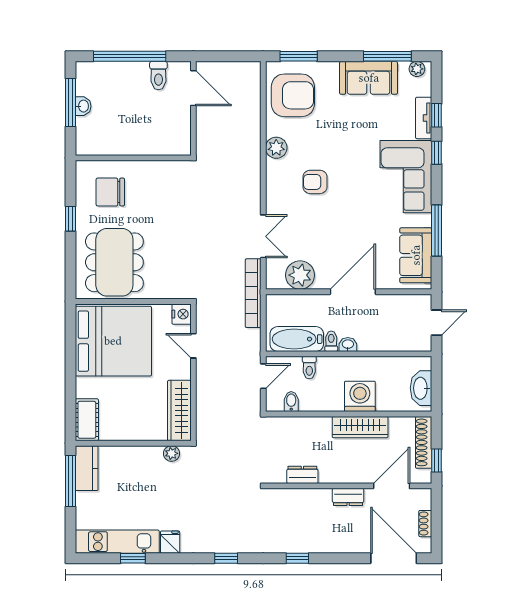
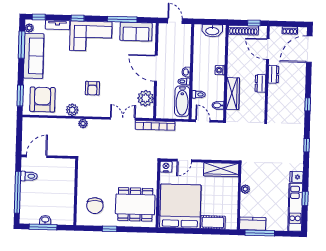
sofa: (369, 78) -> (34, 56), width x1.36
window: (437, 115) -> (39, 17), moved
plant: (253, 167) -> (83, 124), added
washing machine: (360, 396) -> (220, 70), width x0.53, depth x0.53
cot: (87, 420) -> (213, 222), moved
wardrobe: (360, 427) -> (233, 94), moved
plant: (171, 453) -> (245, 189), moved
dresser: (302, 475) -> (260, 83), moved

